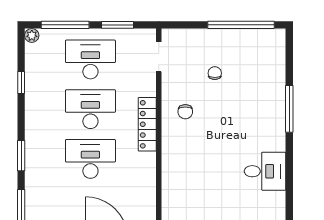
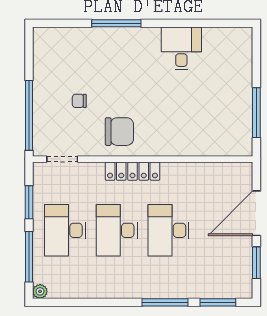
window: (241, 25) -> (29, 115), moved
window: (21, 82) -> (89, 302), removed
chair: (185, 112) -> (119, 132), width x1.87, depth x1.87
window: (21, 156) -> (165, 302), width x1.44

